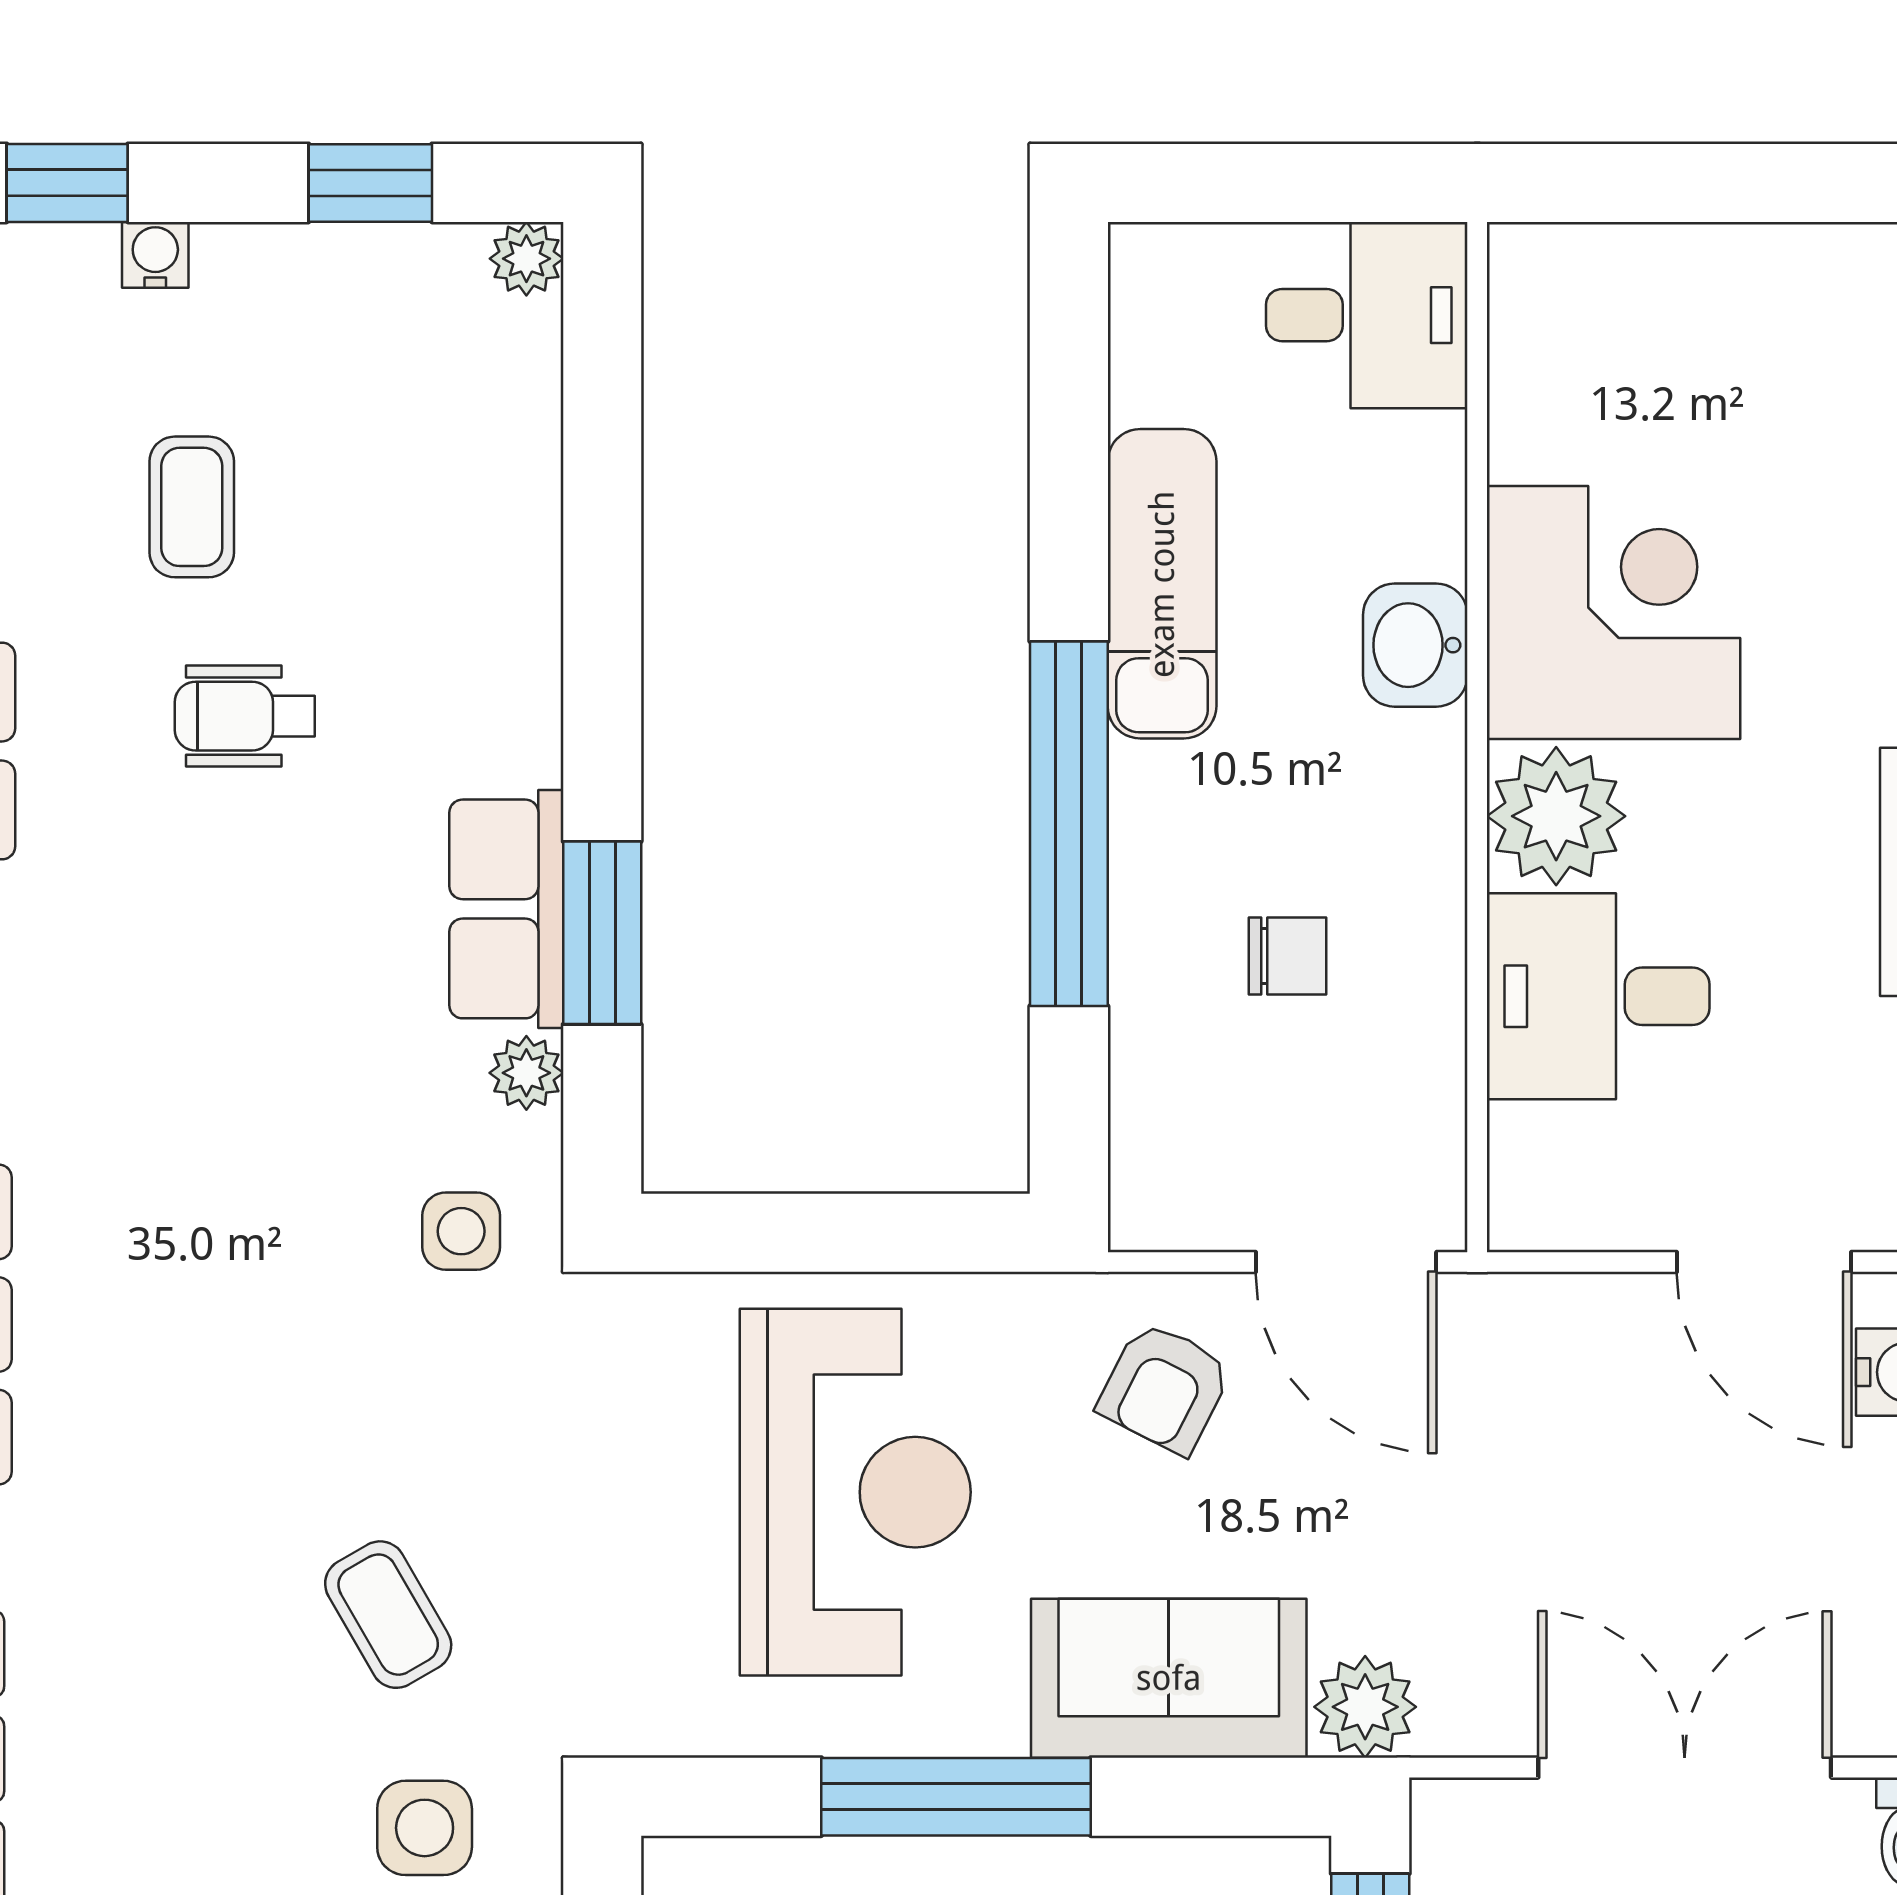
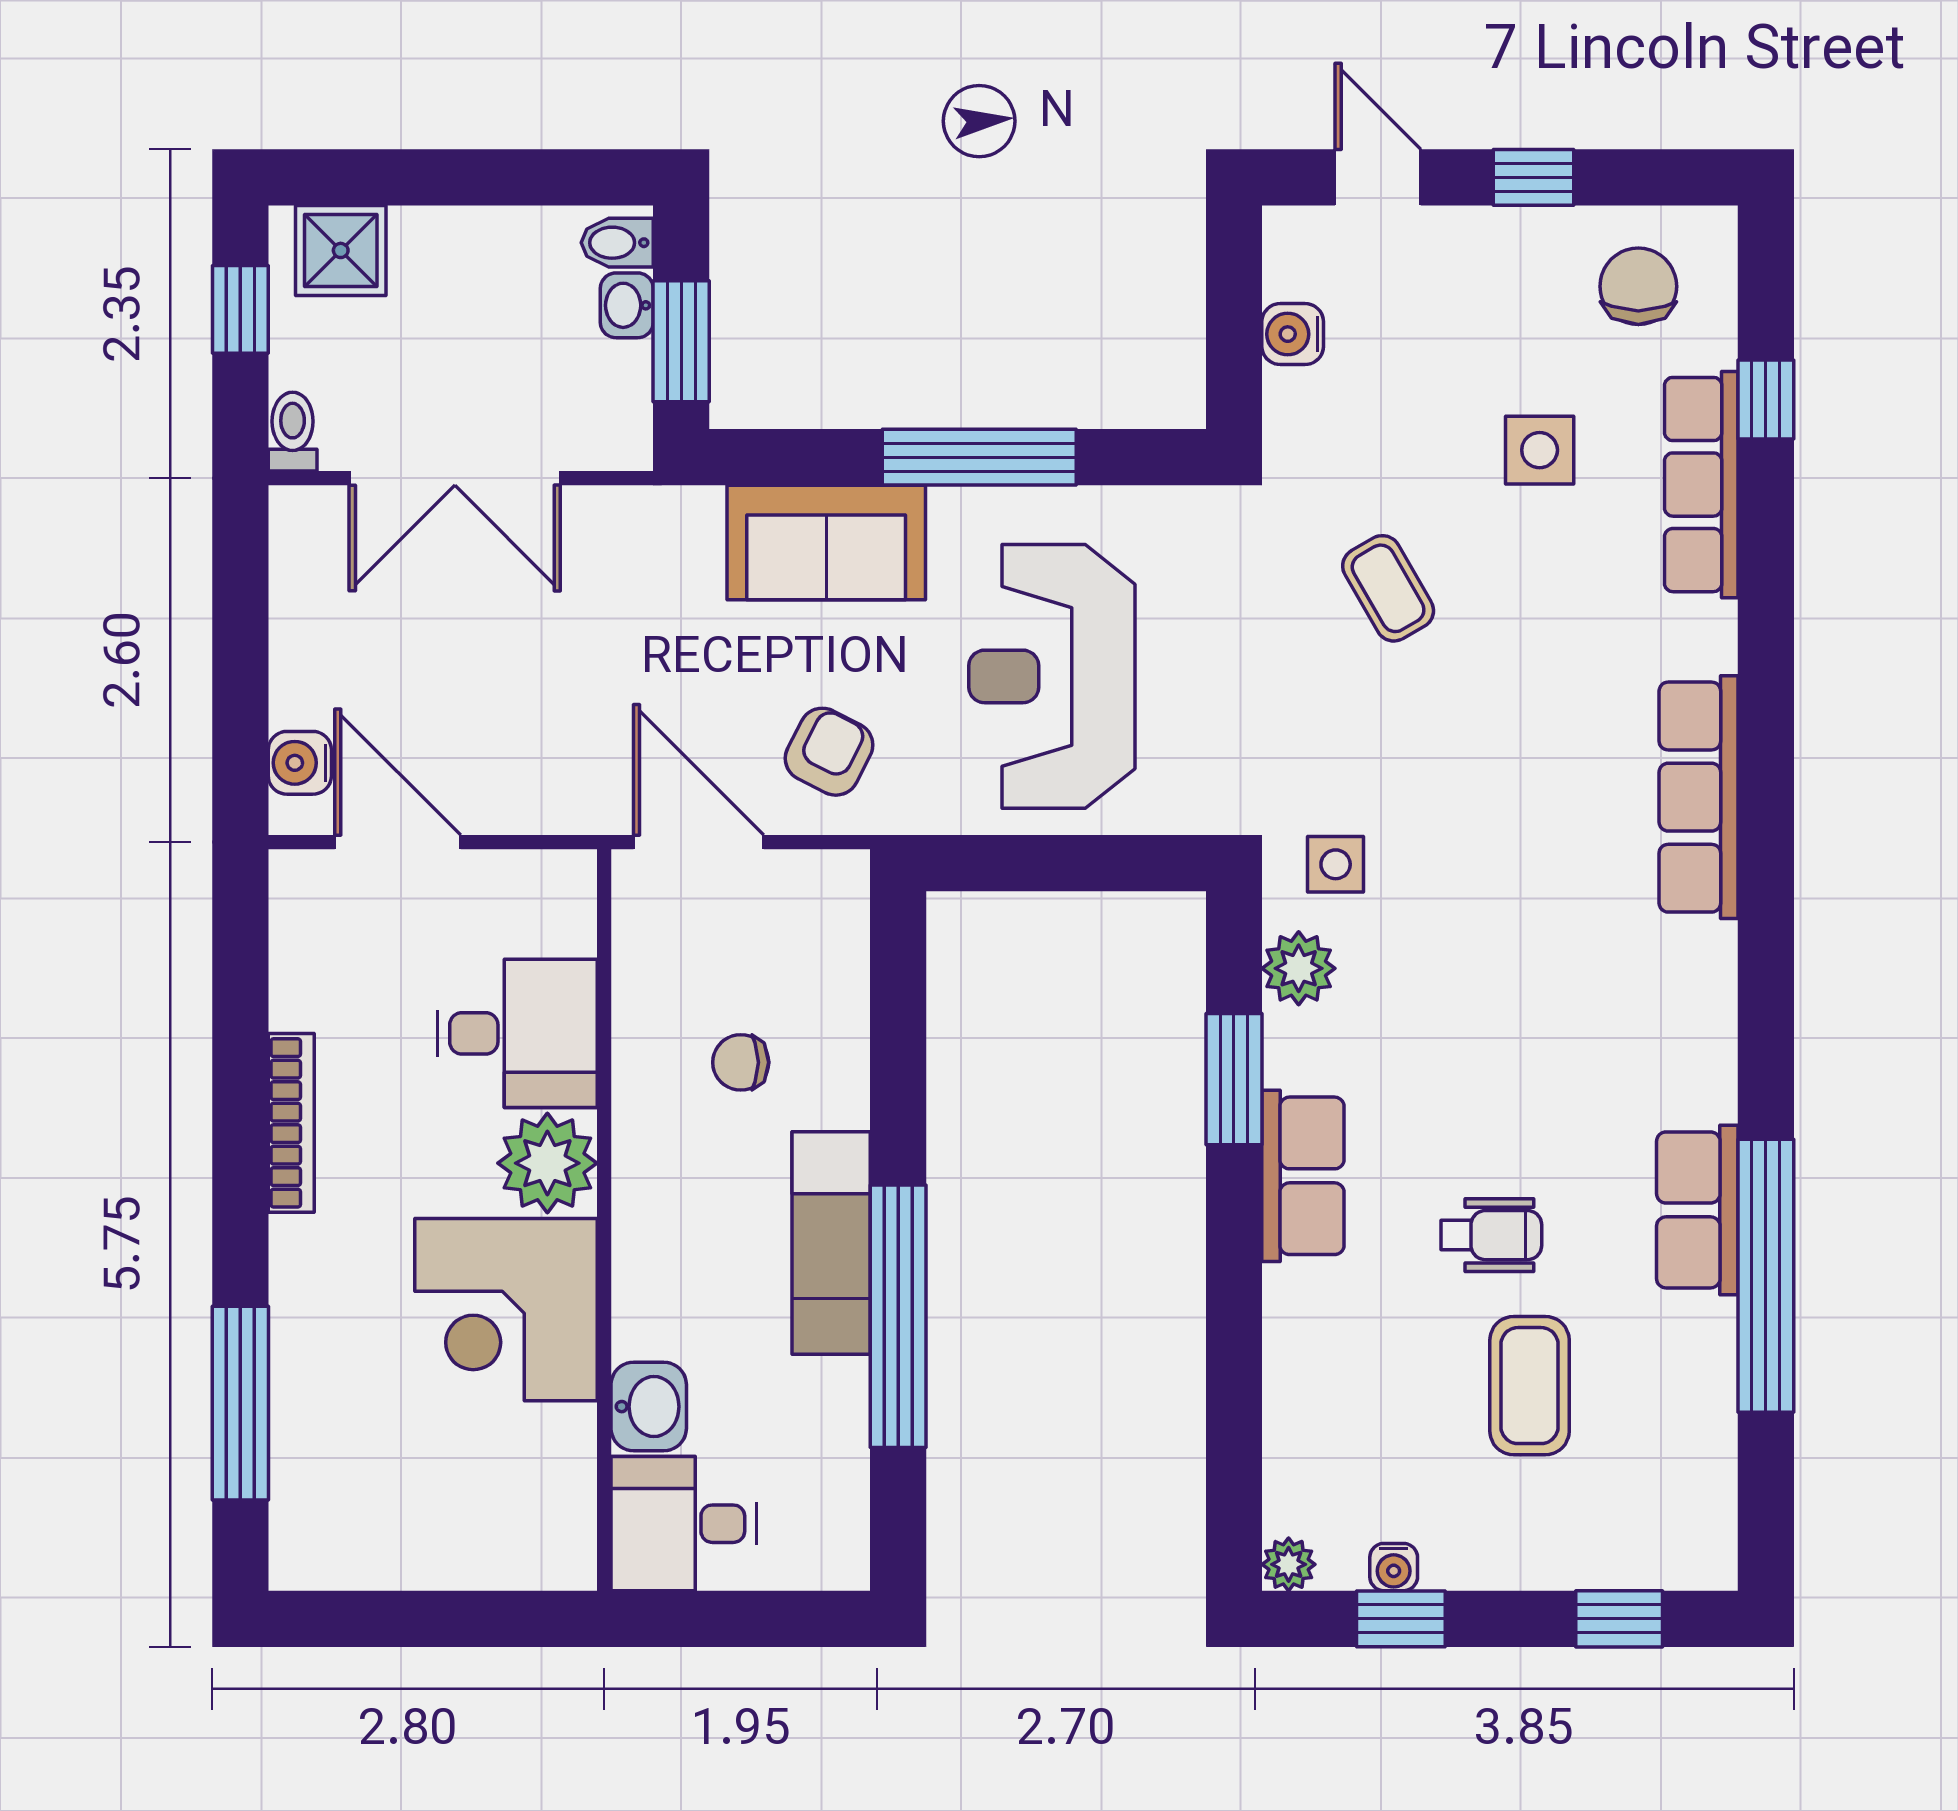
water cooler: (155, 255) -> (1394, 1567), moved
coffee table: (192, 507) -> (1530, 1386), width x1.36, depth x1.30
exam couch: (1162, 584) -> (831, 1243), moved
washbasin: (1415, 645) -> (649, 1407), moved
window: (1069, 824) -> (898, 1316), moved
row of seats: (506, 909) -> (1303, 1176), moved
plant: (526, 1073) -> (1299, 968), width x1.38, depth x1.38
plant: (1365, 1707) -> (685, 522), removed
side table: (425, 1828) -> (1540, 450), moved

